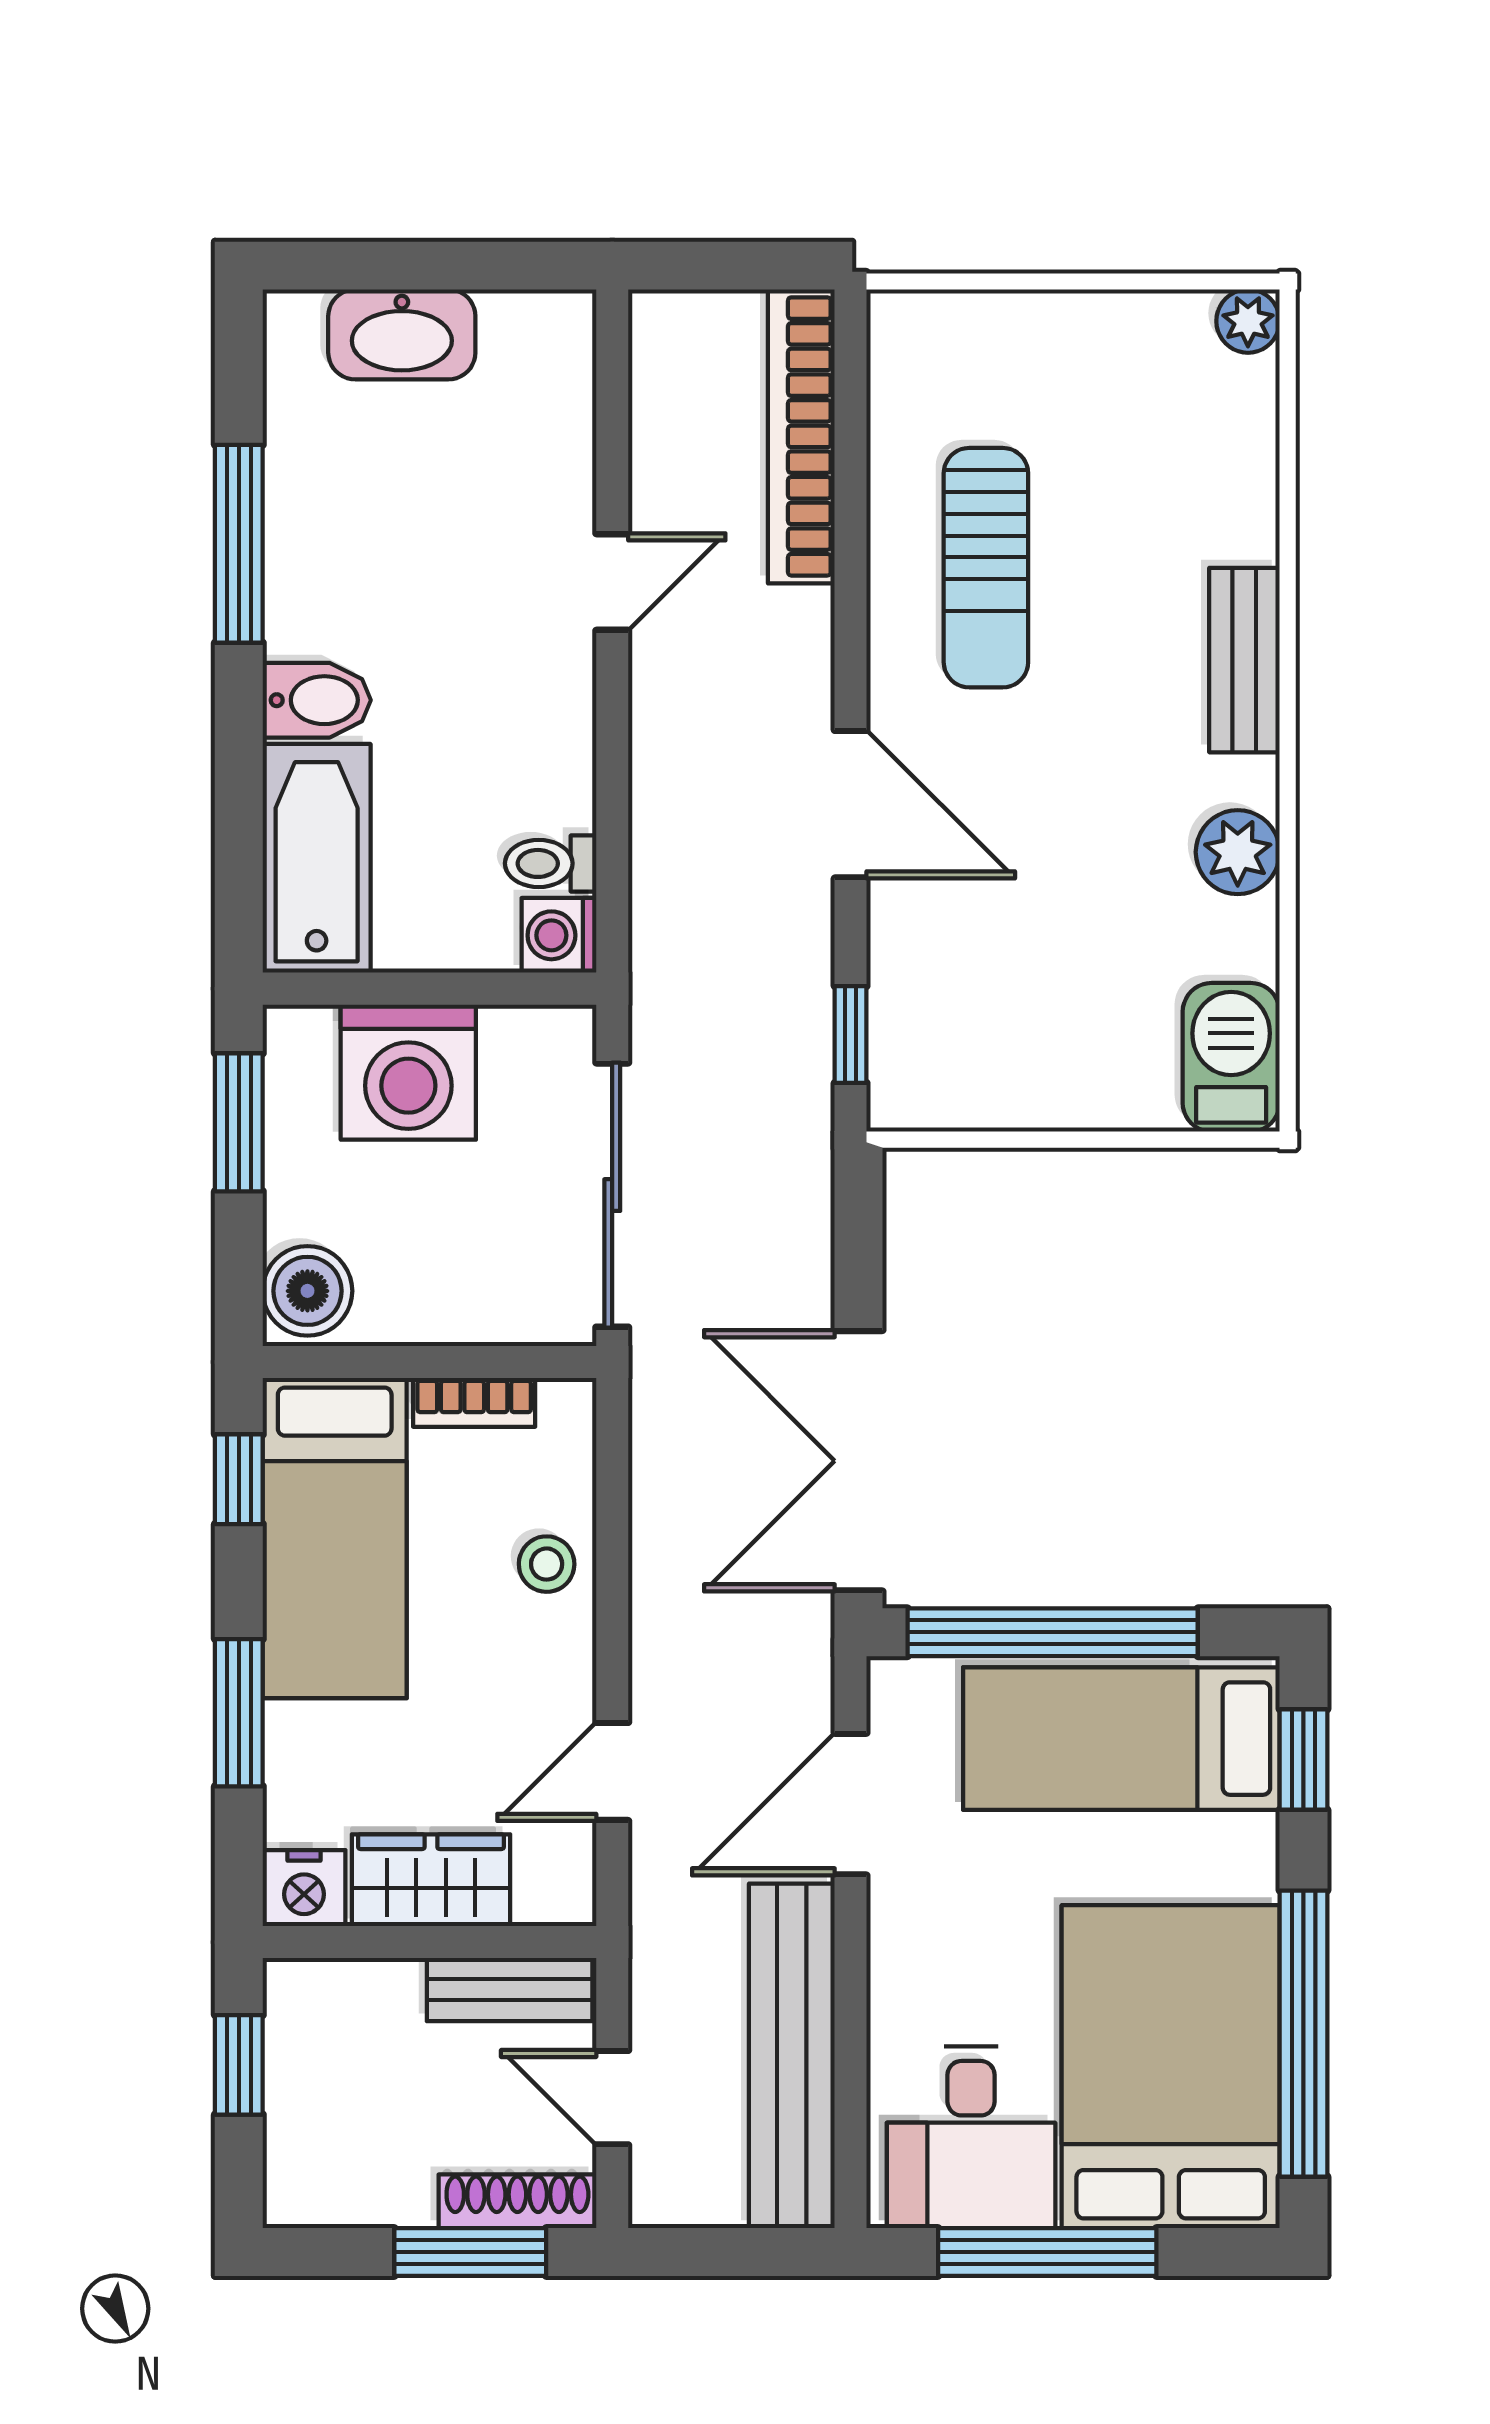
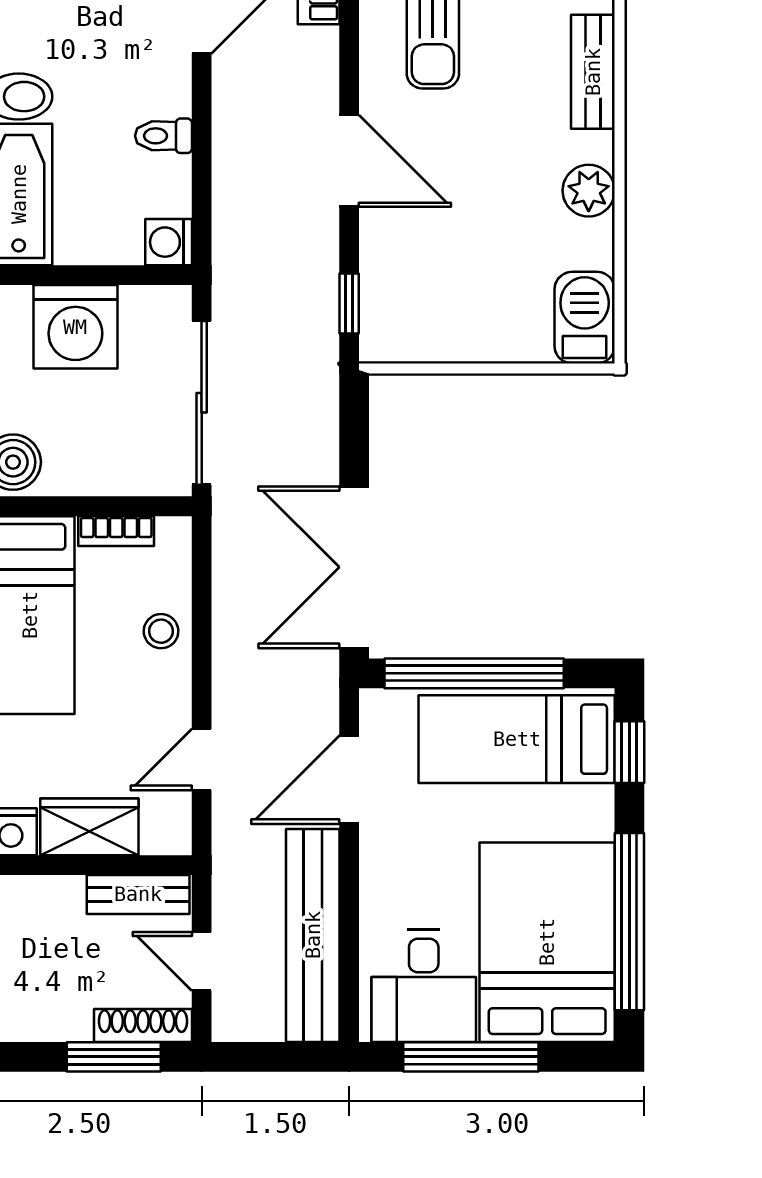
toilet: (551, 863) -> (163, 136), moved

